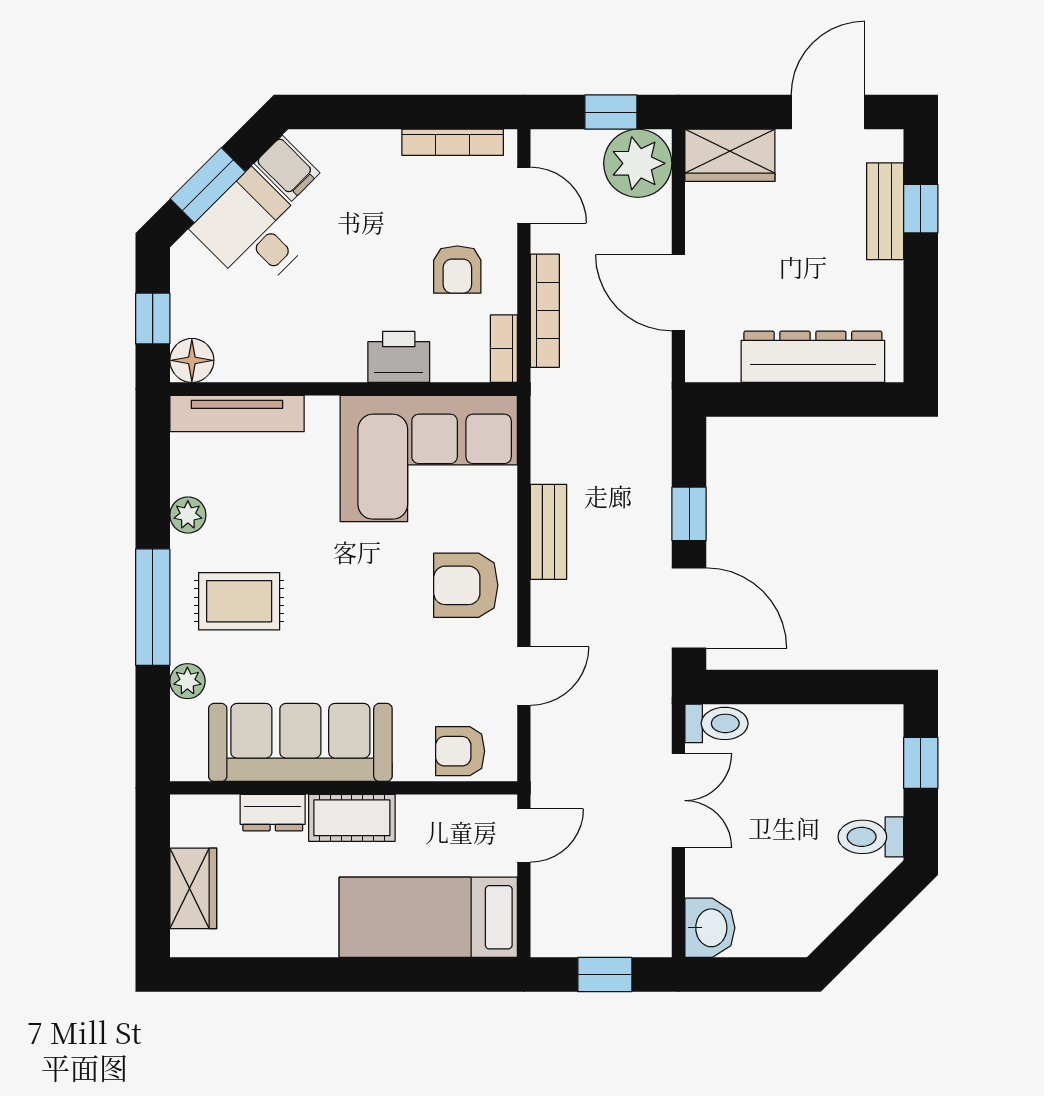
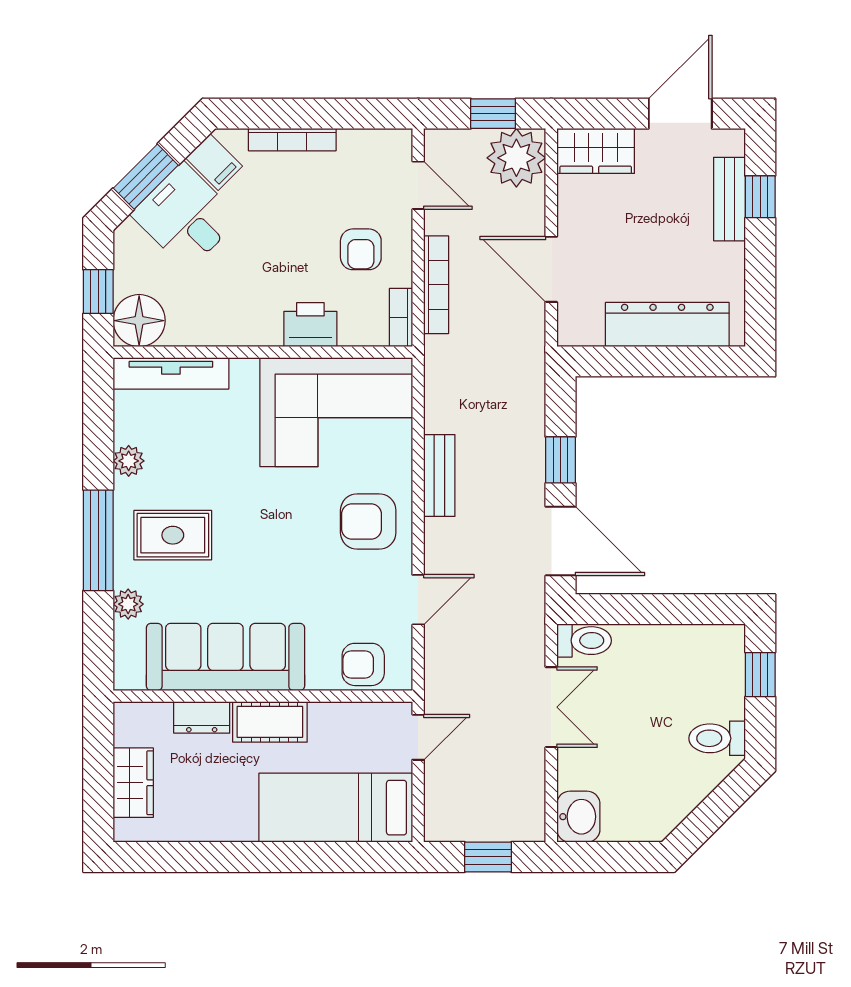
bookcase: (453, 142) -> (292, 140), moved
floor lamp: (192, 360) -> (139, 321), width x1.38, depth x1.38

